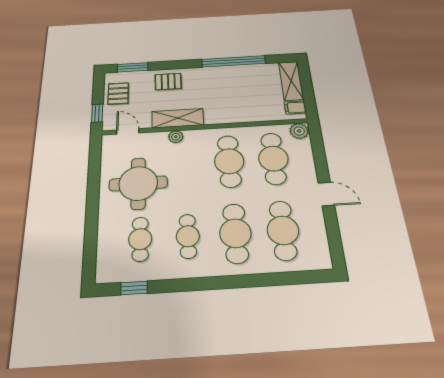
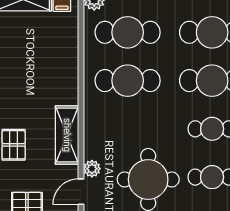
plant: (176, 137) -> (92, 169), moved

